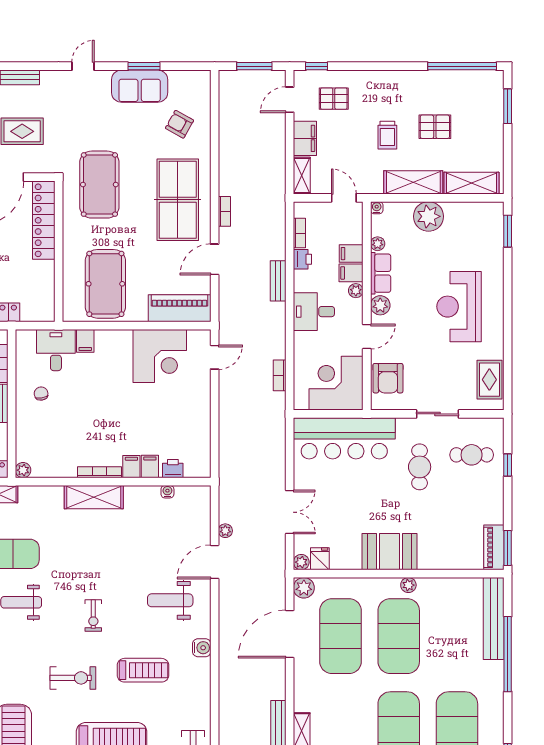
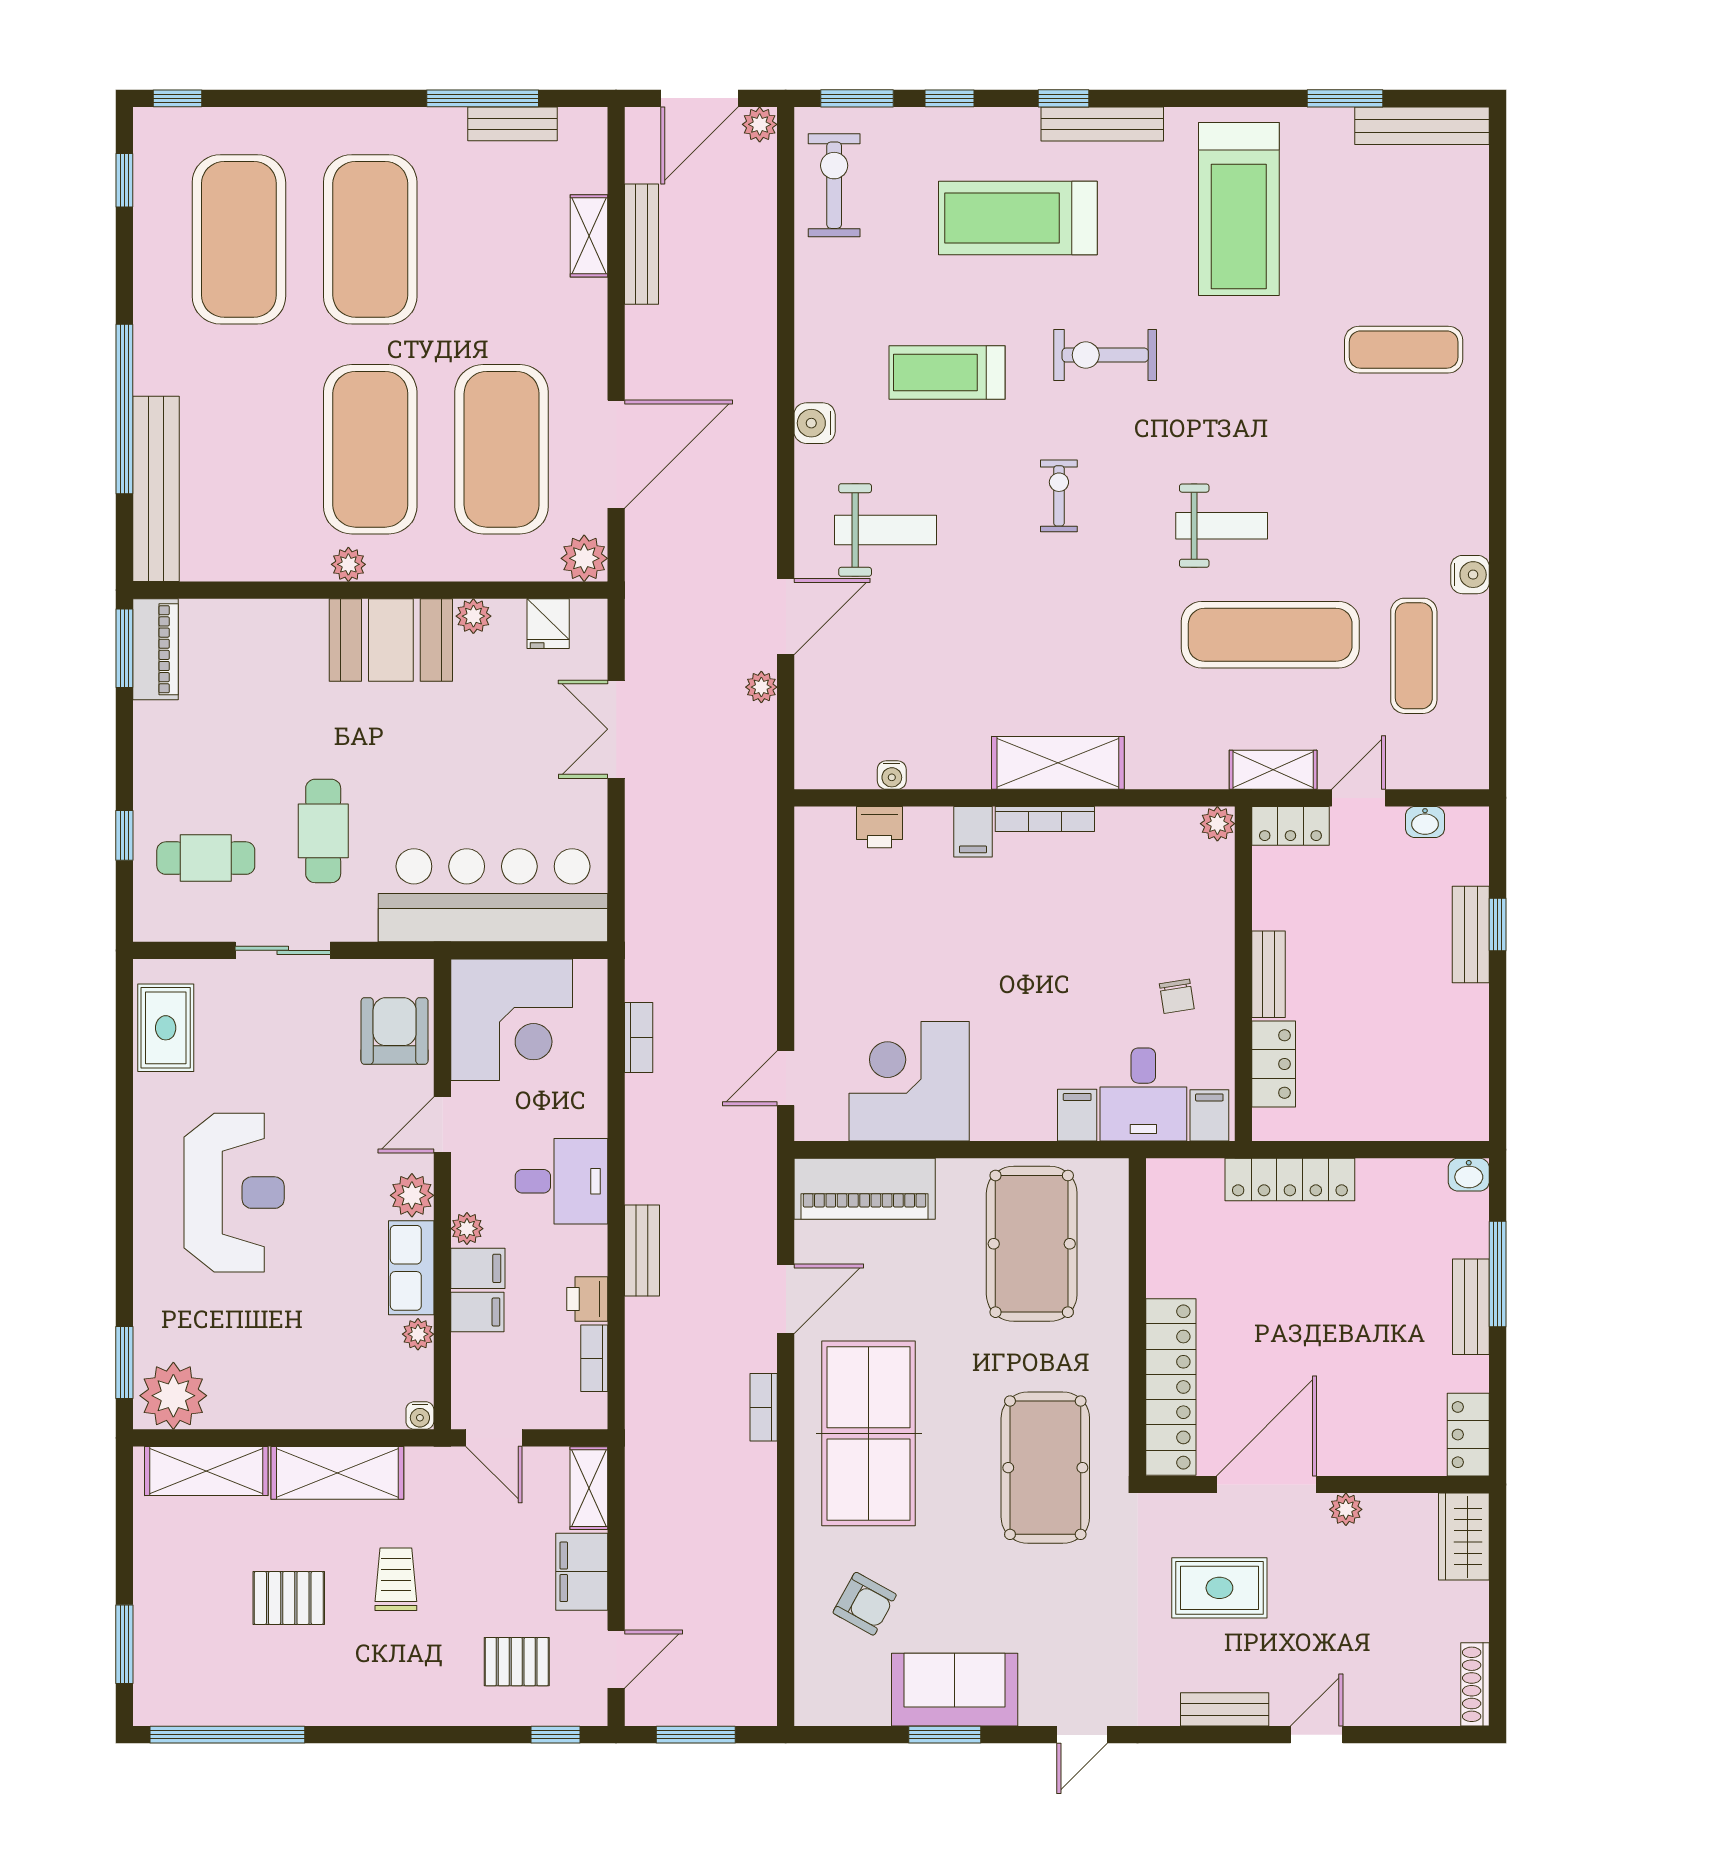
plant: (429, 216) -> (173, 1396), moved
filing cabinet: (150, 466) -> (1209, 1115), moved, turned 180
plant: (301, 562) -> (473, 616), moved

